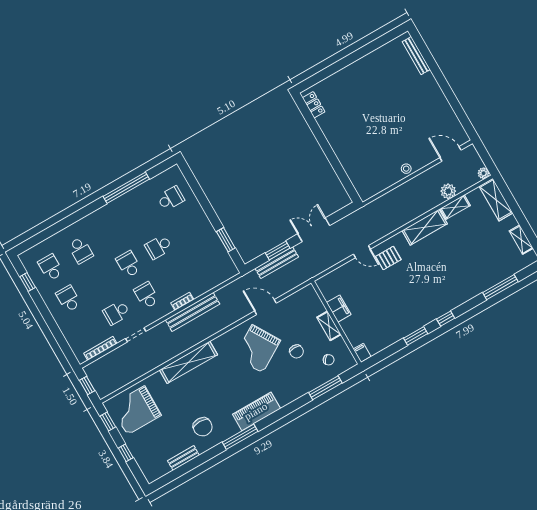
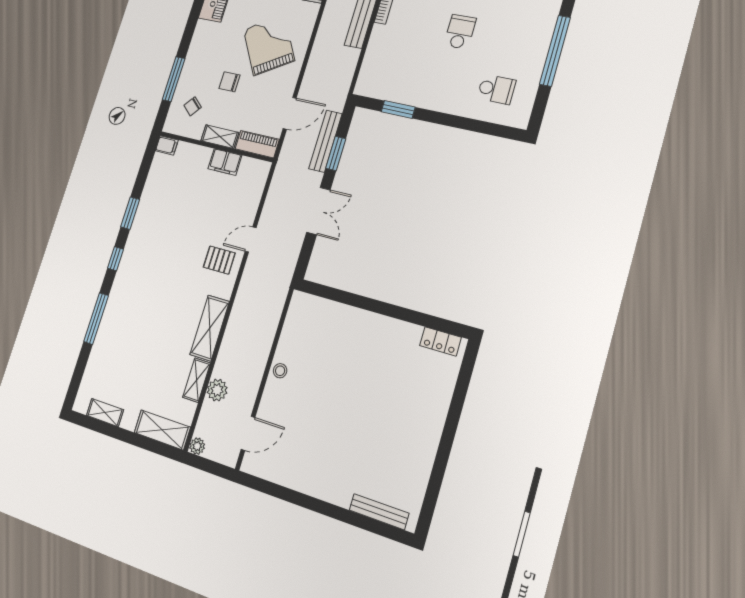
school desk: (171, 198) -> (496, 89), turned -90
pallet: (388, 258) -> (219, 260), turned 90
window: (500, 287) -> (96, 319), moved
piano: (313, 300) -> (257, 144), added
door: (265, 307) -> (290, 113), moved

